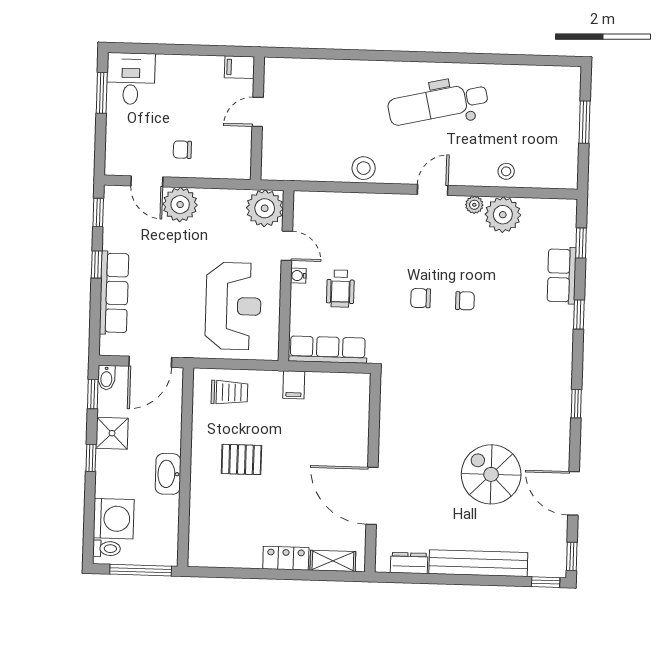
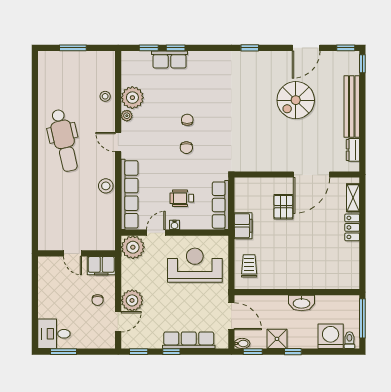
filing cabinet: (239, 67) -> (101, 266), moved, width x2.00
row of seats: (349, 205) -> (130, 194), added
wheelchair: (340, 289) -> (182, 198), turned 180
window: (579, 314) -> (176, 48), moved
filing cabinet: (294, 385) -> (243, 226), width x2.00
pallet: (241, 459) -> (283, 207), moved

